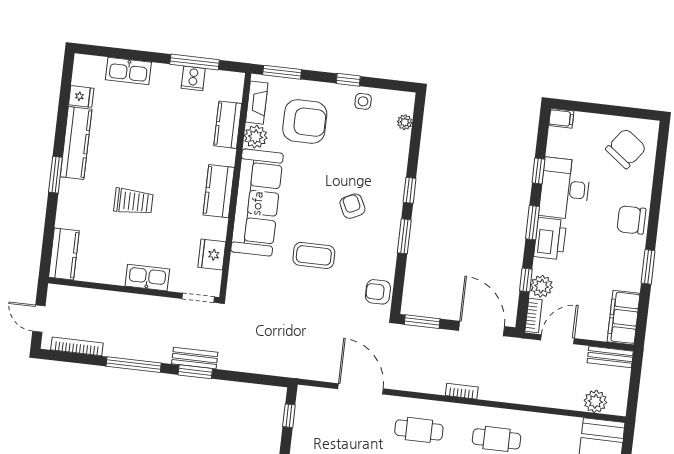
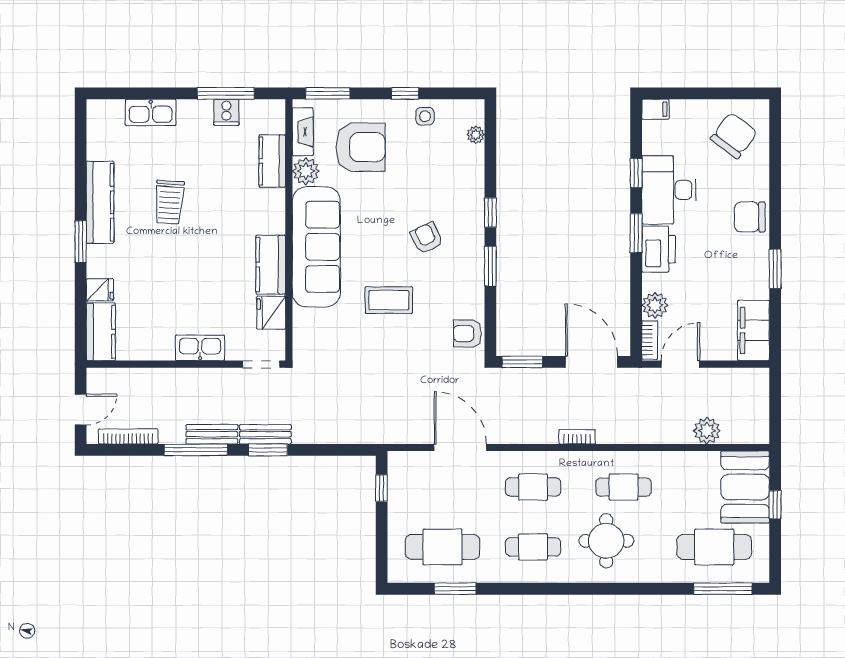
fridge: (81, 96) -> (100, 290), moved
kitchen counter: (219, 191) -> (271, 265), moved
trolley: (133, 201) -> (169, 202), moved, turned 94
window: (526, 280) -> (636, 300), removed
door: (39, 319) -> (81, 410), swing flipped
bench: (610, 357) -> (212, 434), moved
plant: (595, 401) -> (707, 431), moved

